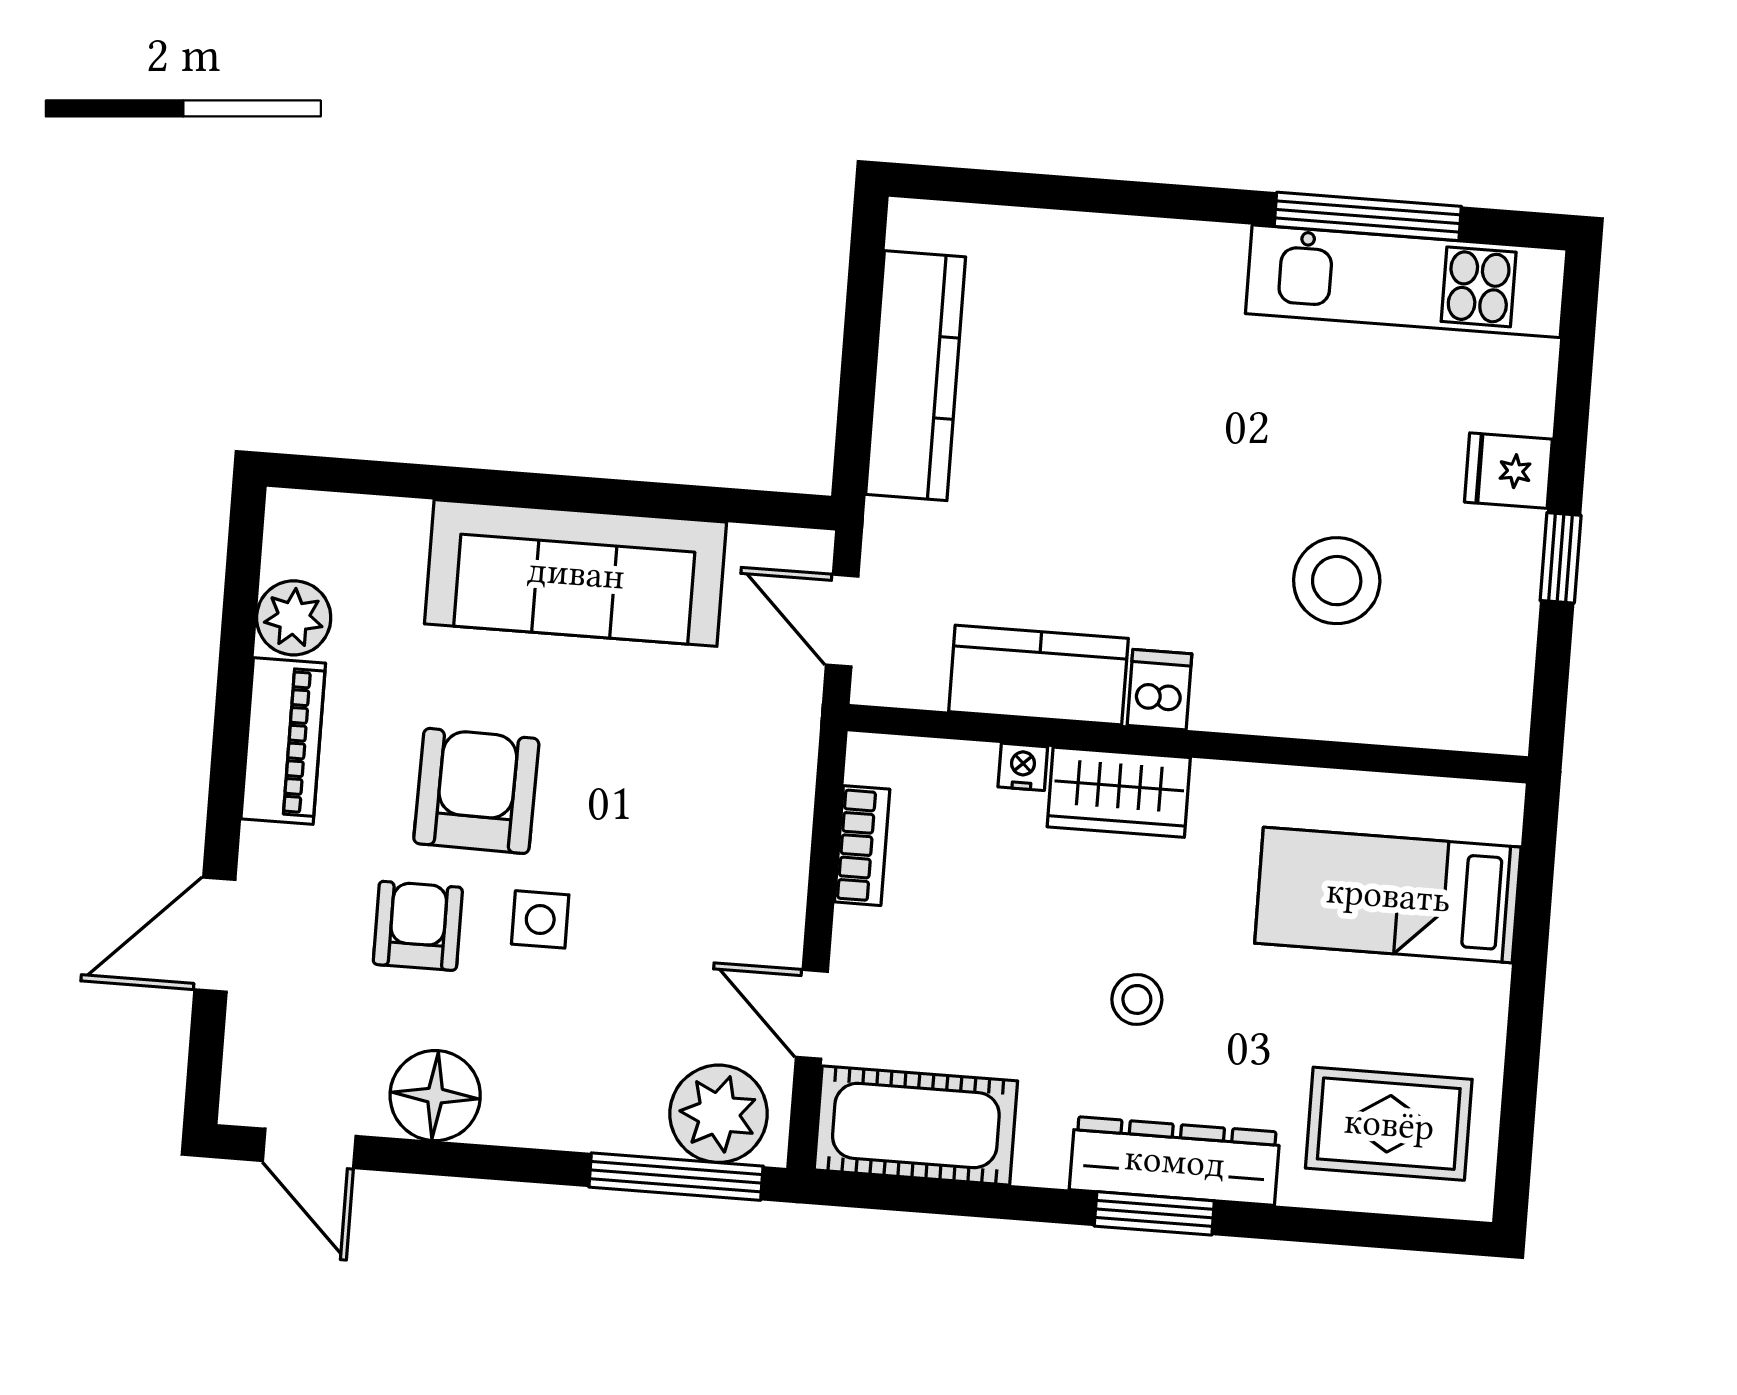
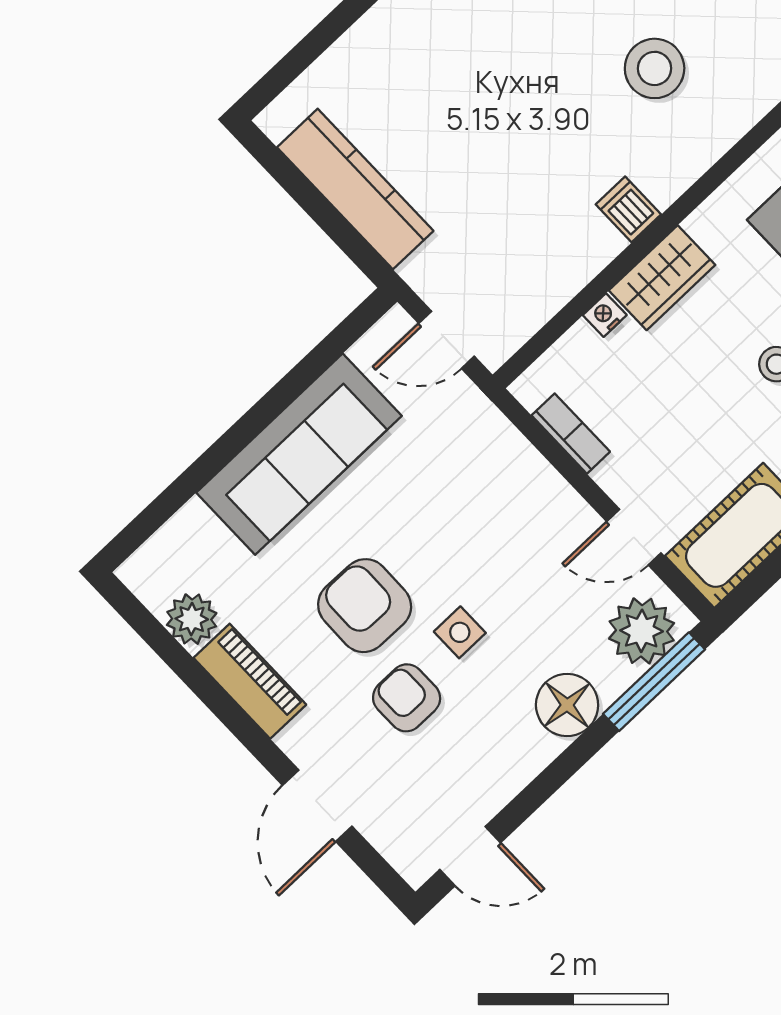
kitchen counter: (1038, 675) -> (565, 265), removed
floor lamp: (435, 1096) -> (567, 705), moved

